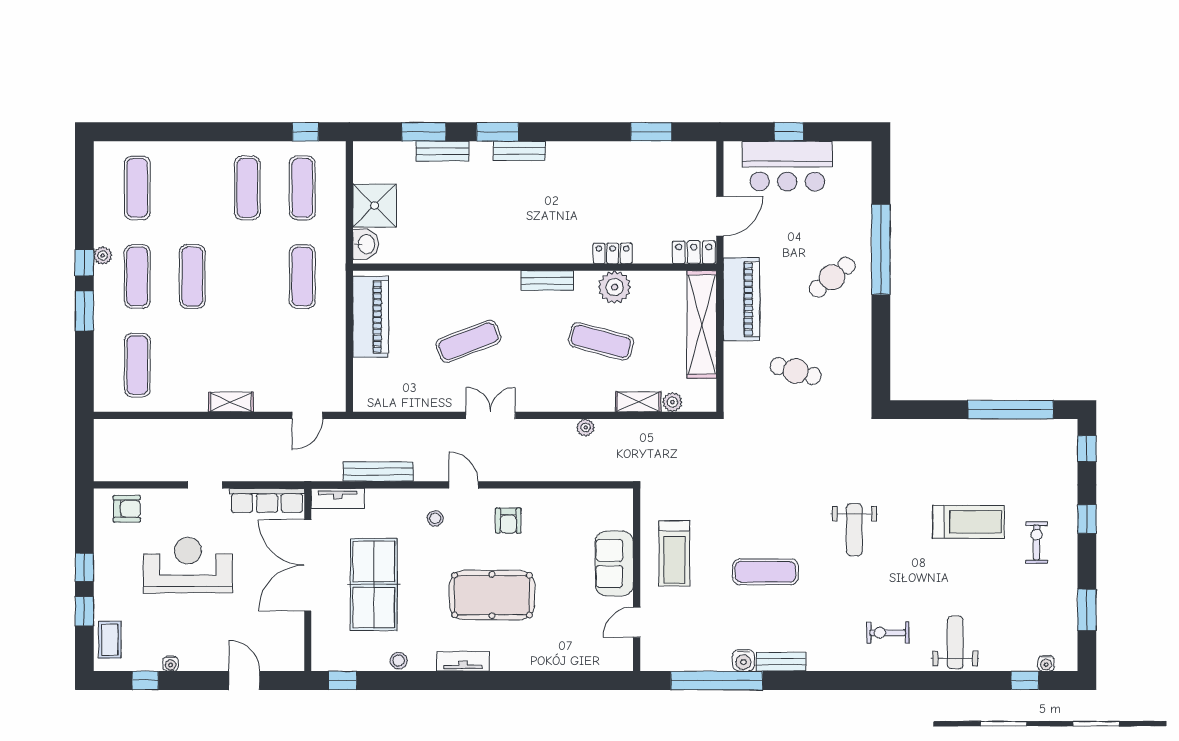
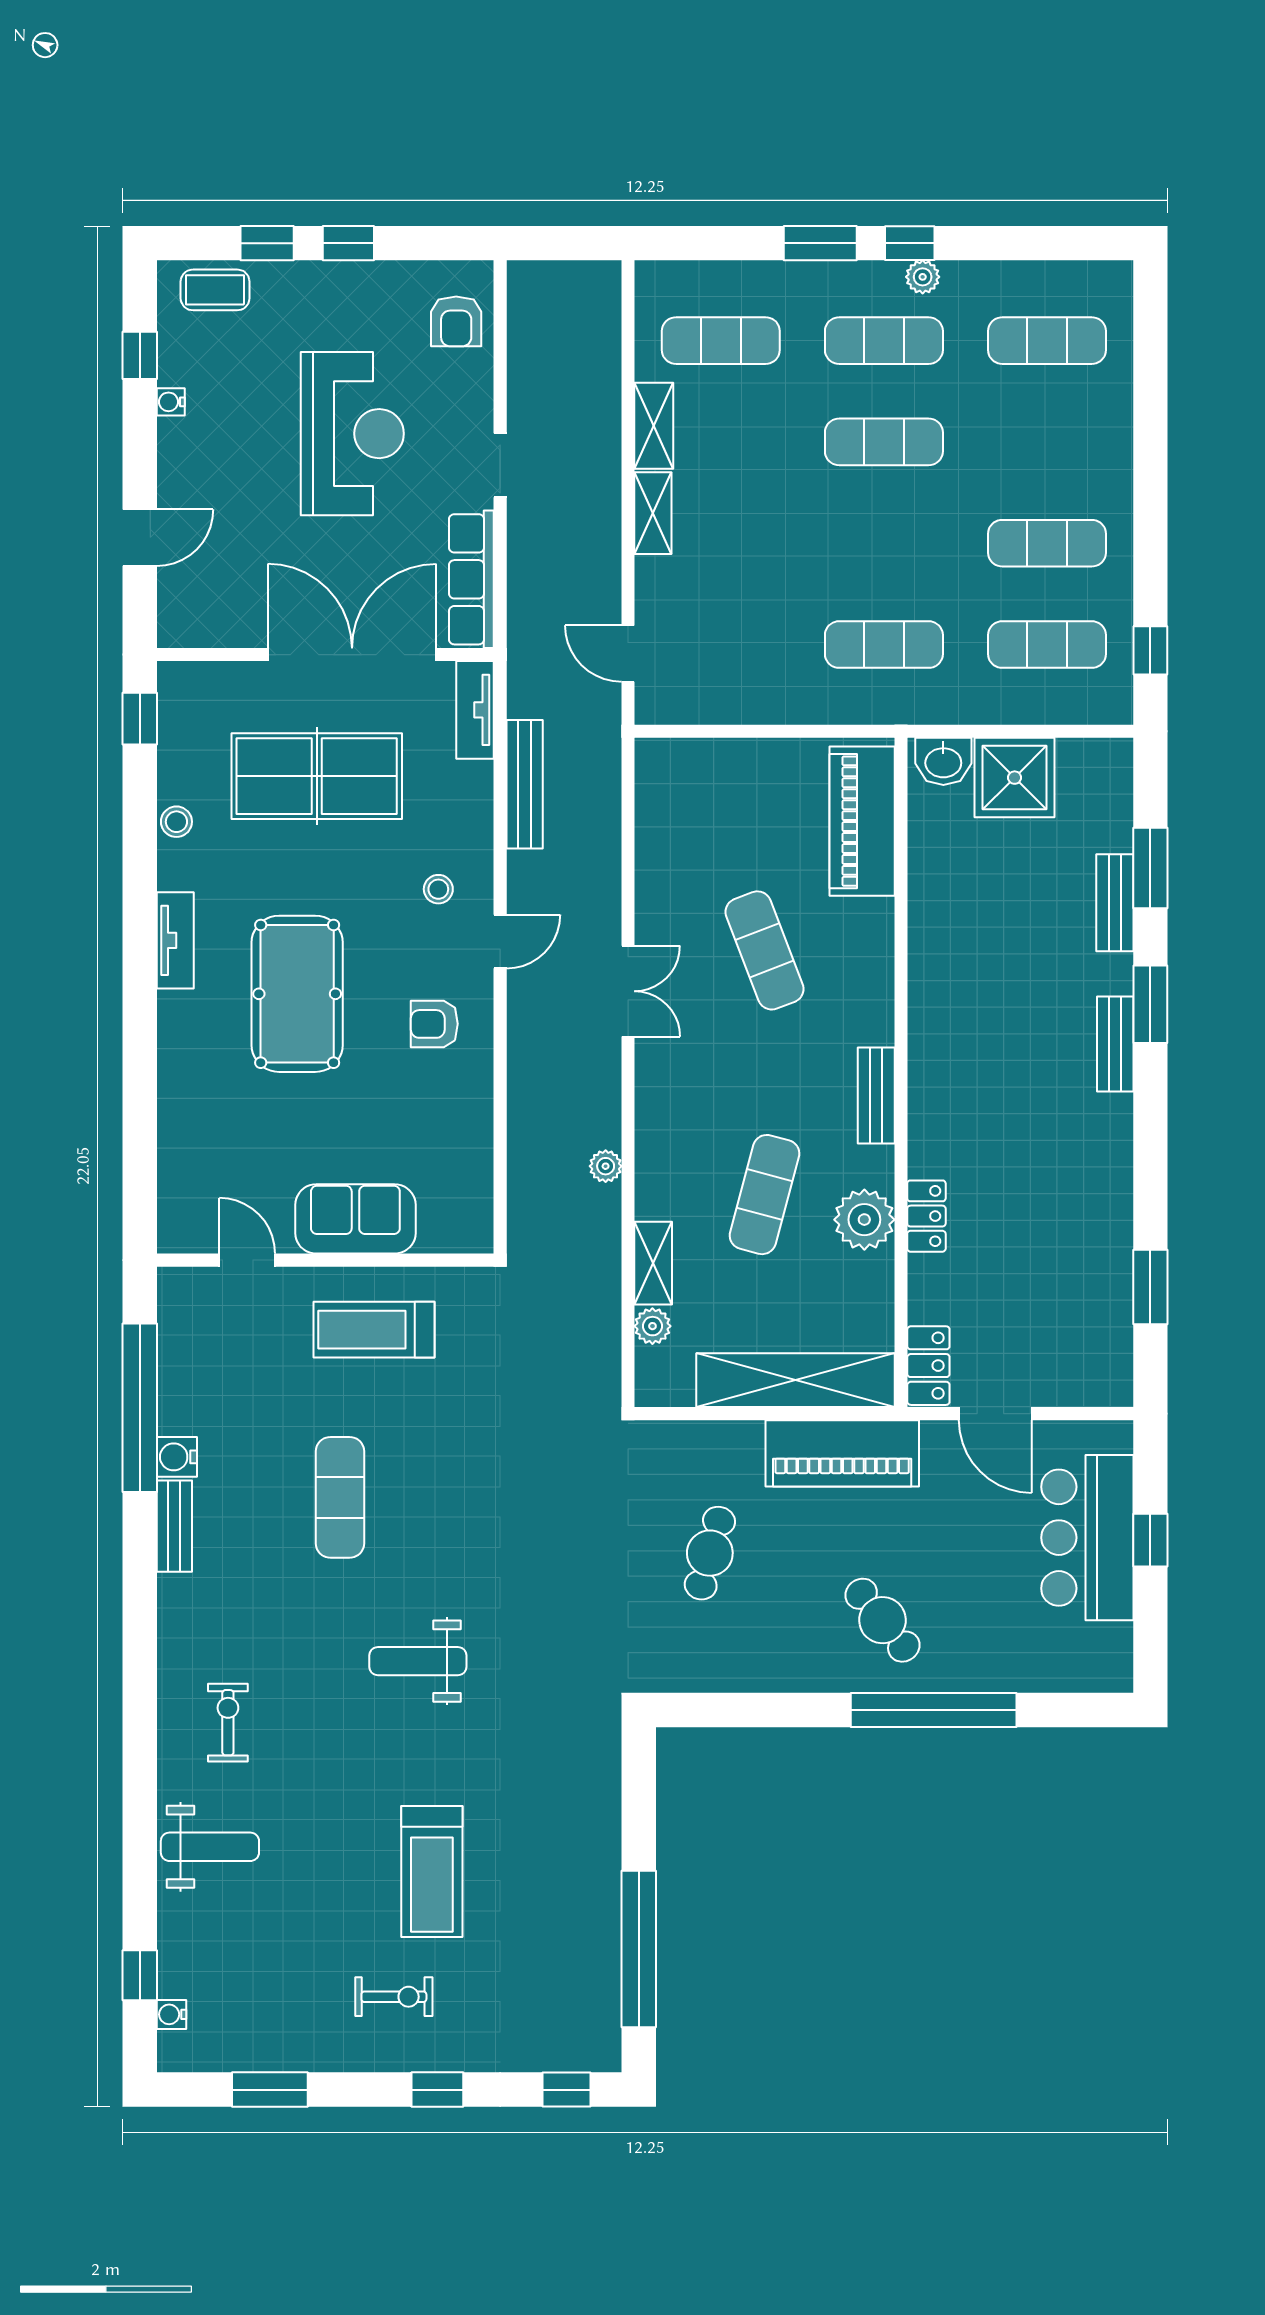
piano: (371, 317) -> (862, 821), moved, turned 90
shelving: (184, 401) -> (654, 426), added

